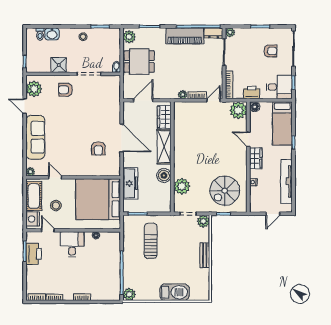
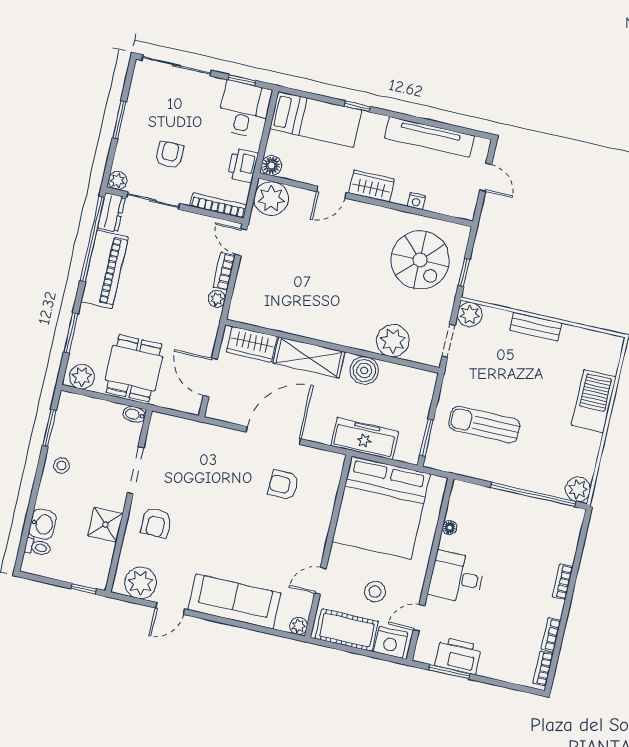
armchair: (270, 51) -> (170, 155), moved
armchair: (98, 148) -> (283, 485), turned 180

